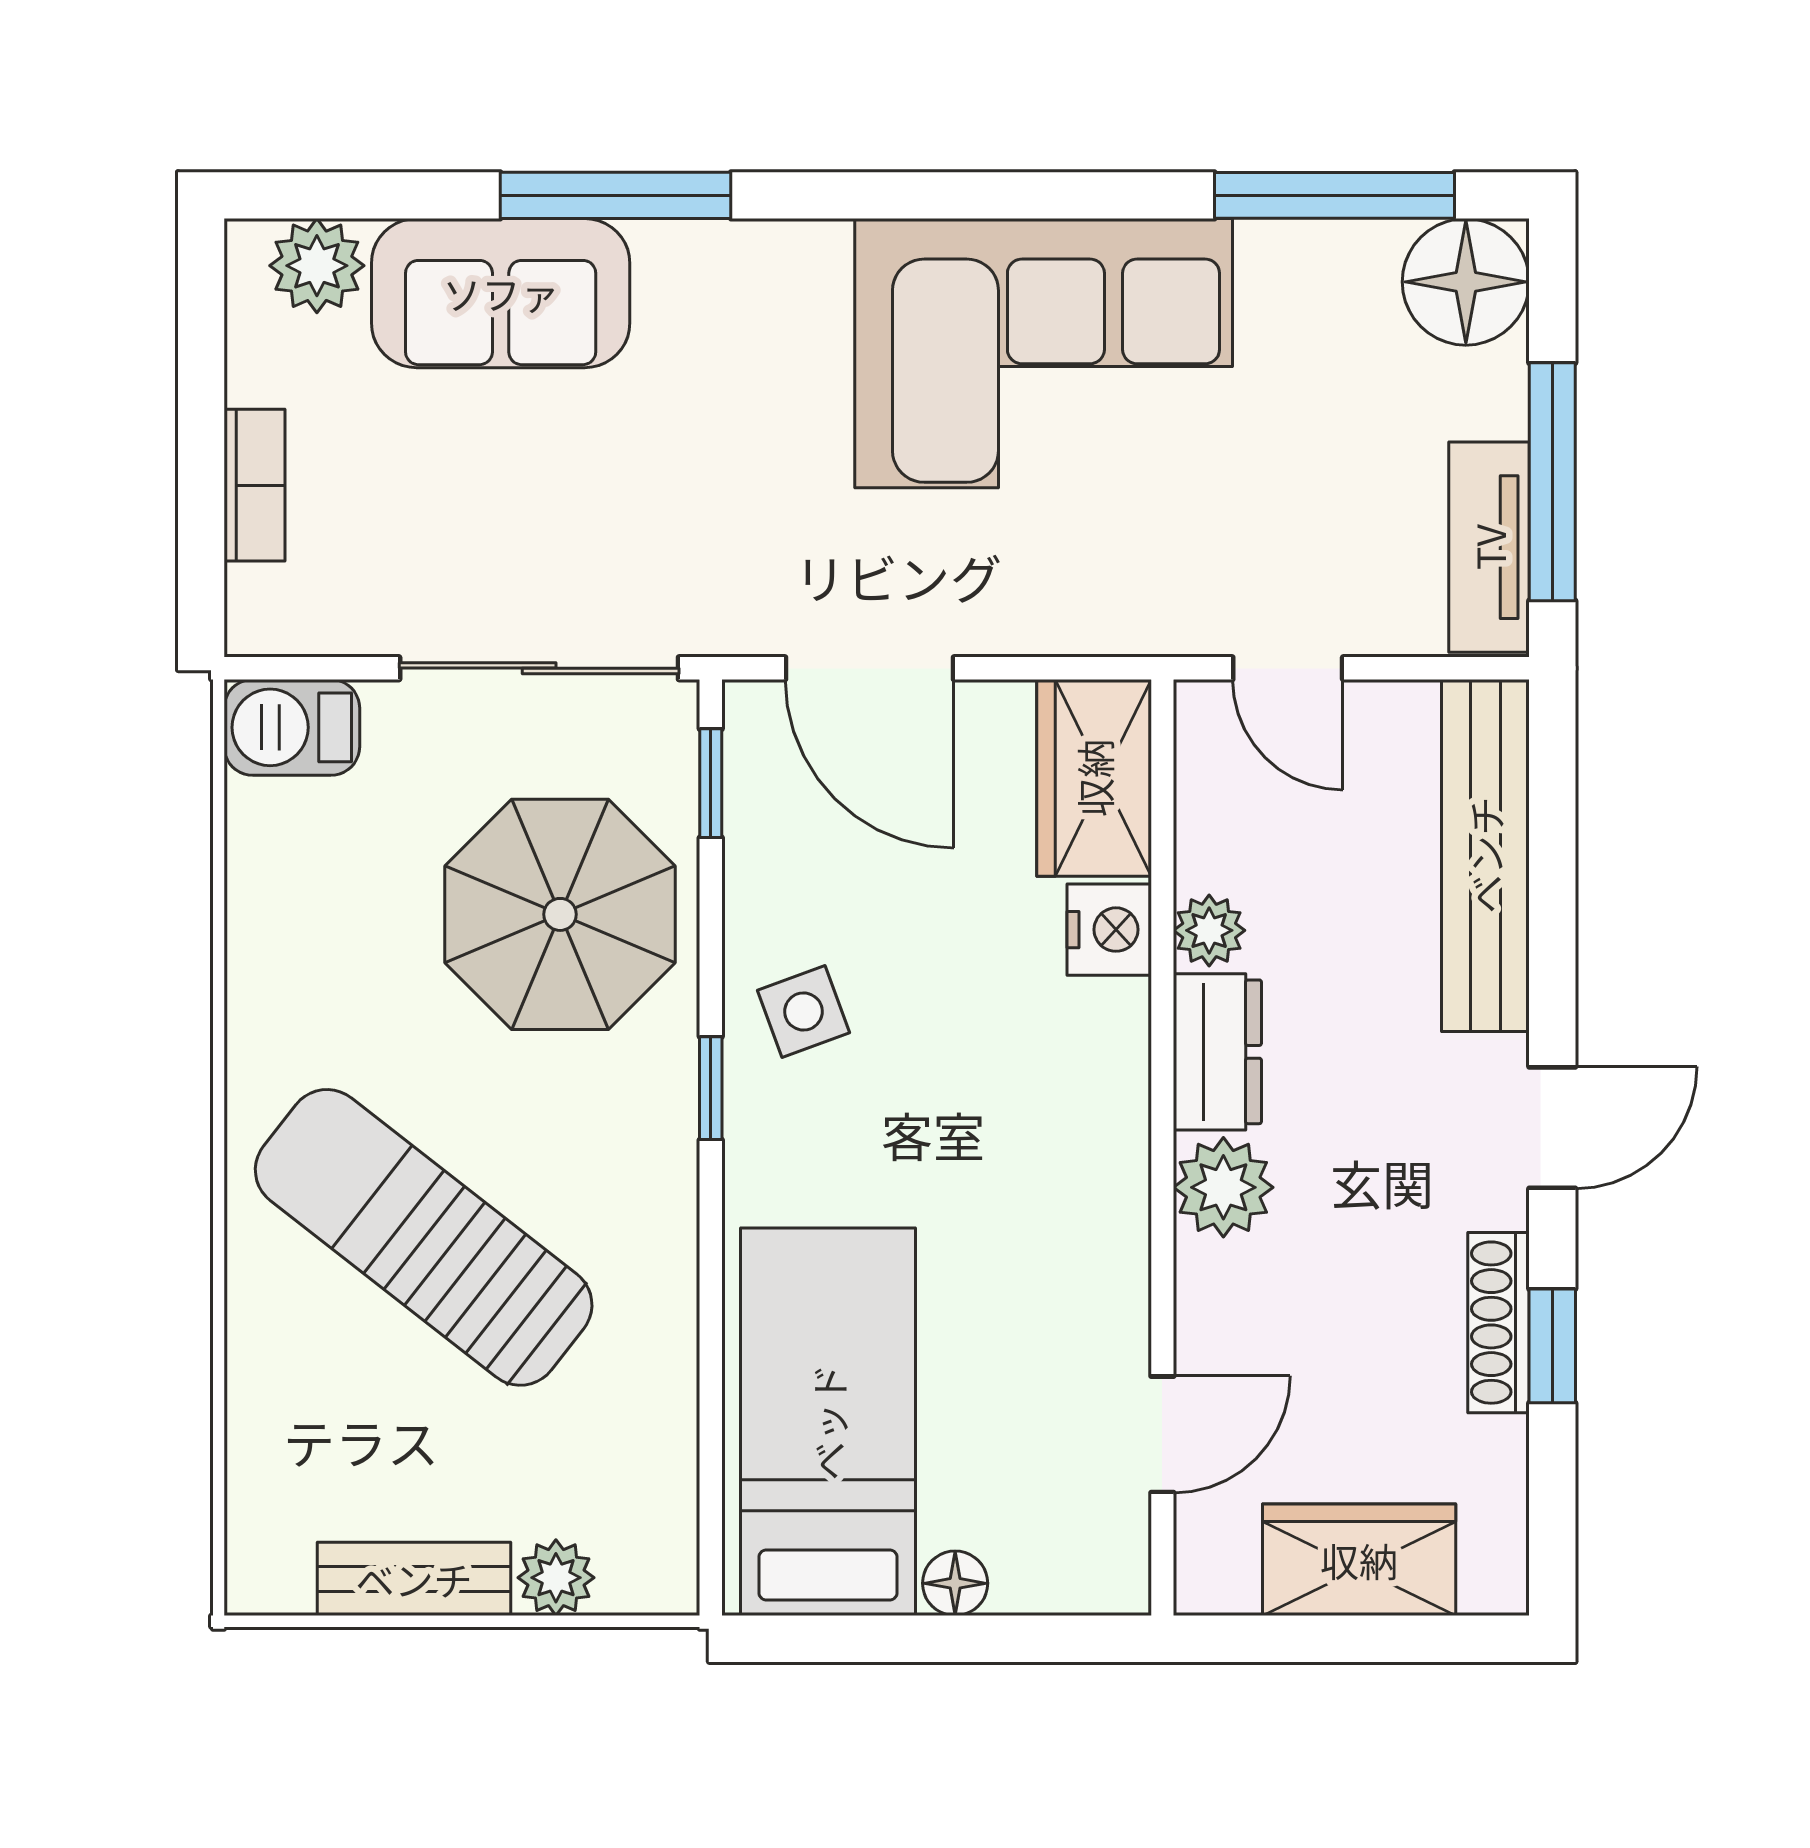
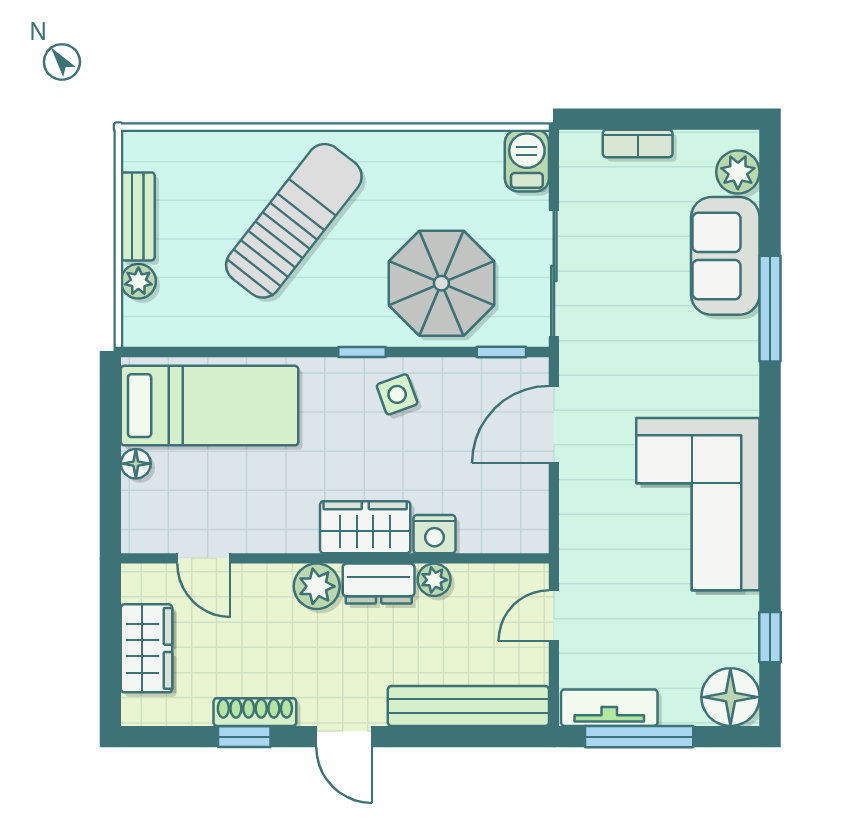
window: (1334, 195) -> (770, 637), width x0.46
wardrobe: (1094, 778) -> (365, 527), moved

